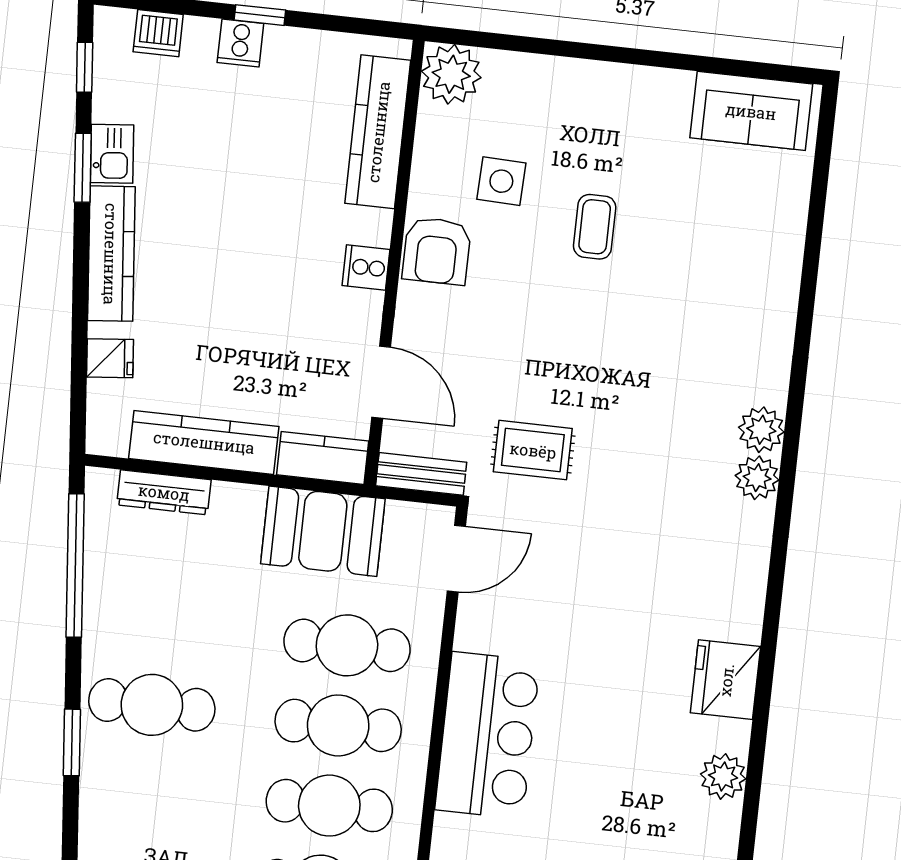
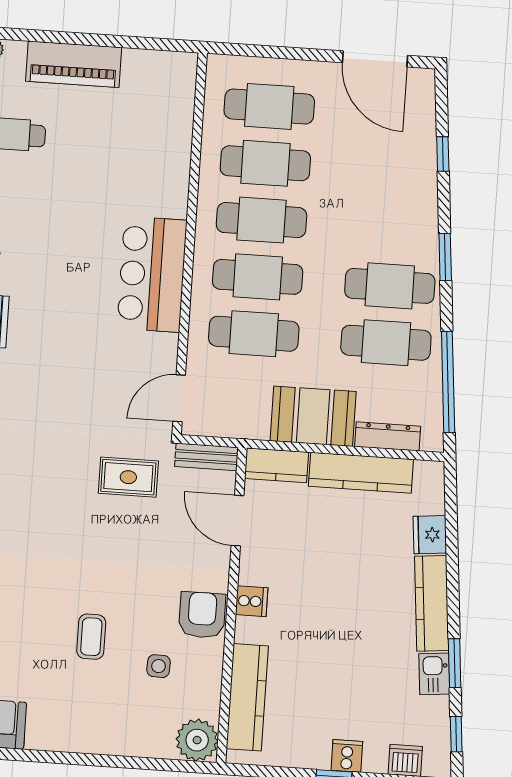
side table: (501, 181) -> (159, 666), width x0.73, depth x0.73
fridge: (110, 358) -> (430, 535), width x1.38
booth: (323, 531) -> (313, 416), moved
cafe table: (161, 625) -> (386, 343), added

